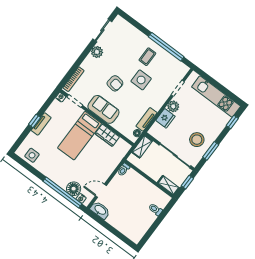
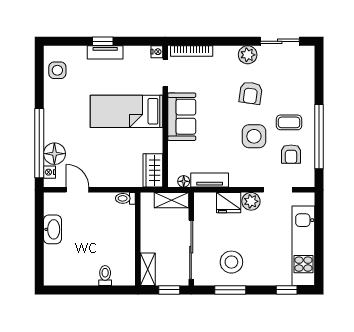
armchair: (164, 68) -> (291, 154), added
armchair: (115, 83) -> (251, 93), moved
wardrobe: (107, 135) -> (153, 170), moved
washbasin: (100, 210) -> (52, 229), moved

